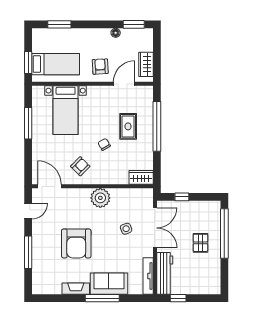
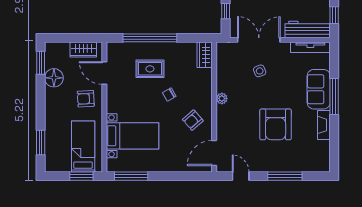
floor lamp: (116, 33) -> (54, 78), width x1.89, depth x1.89
window: (28, 123) -> (131, 176), moved
armchair: (80, 166) -> (193, 120), turned -86
plant: (100, 198) -> (222, 98), width x0.53, depth x0.53
armchair: (76, 243) -> (276, 124), turned 90

